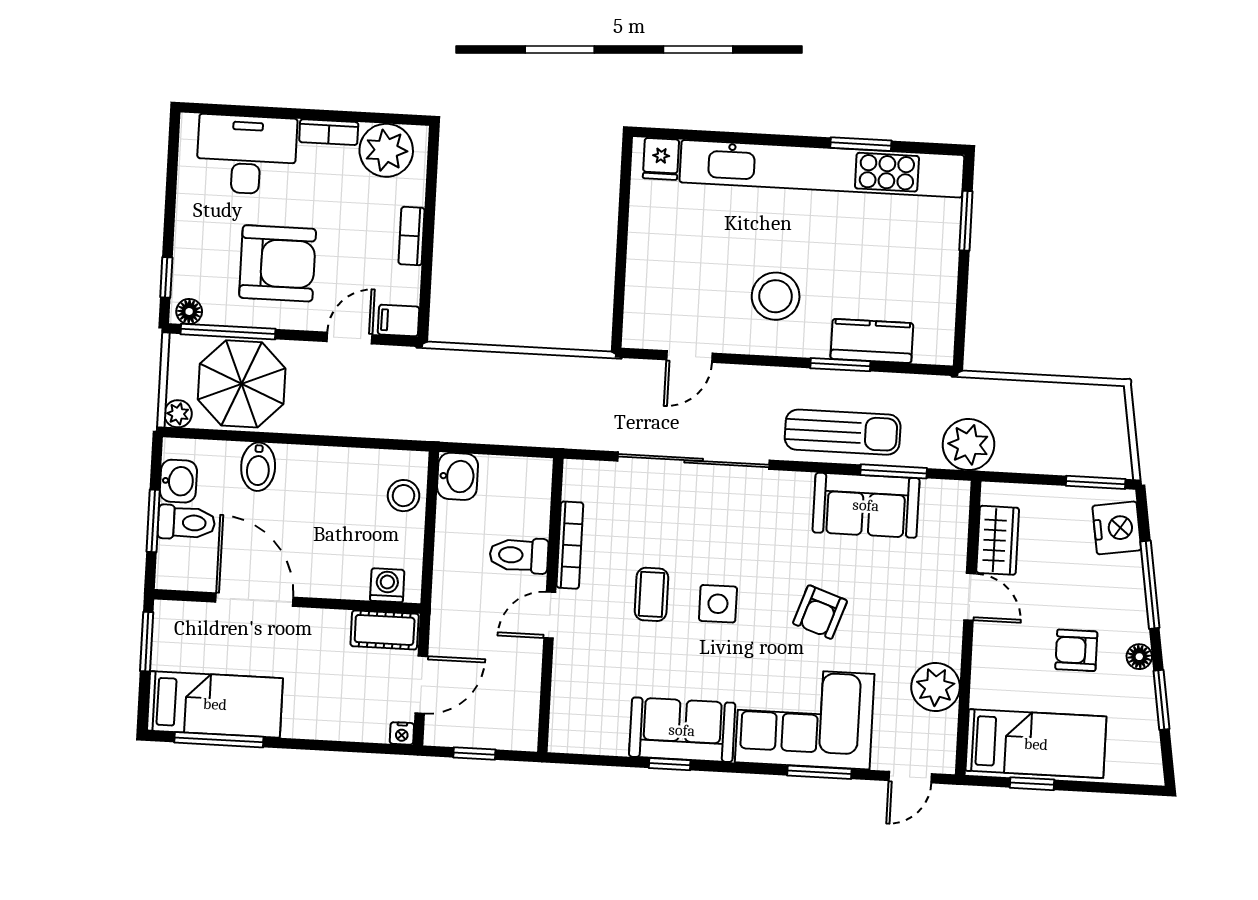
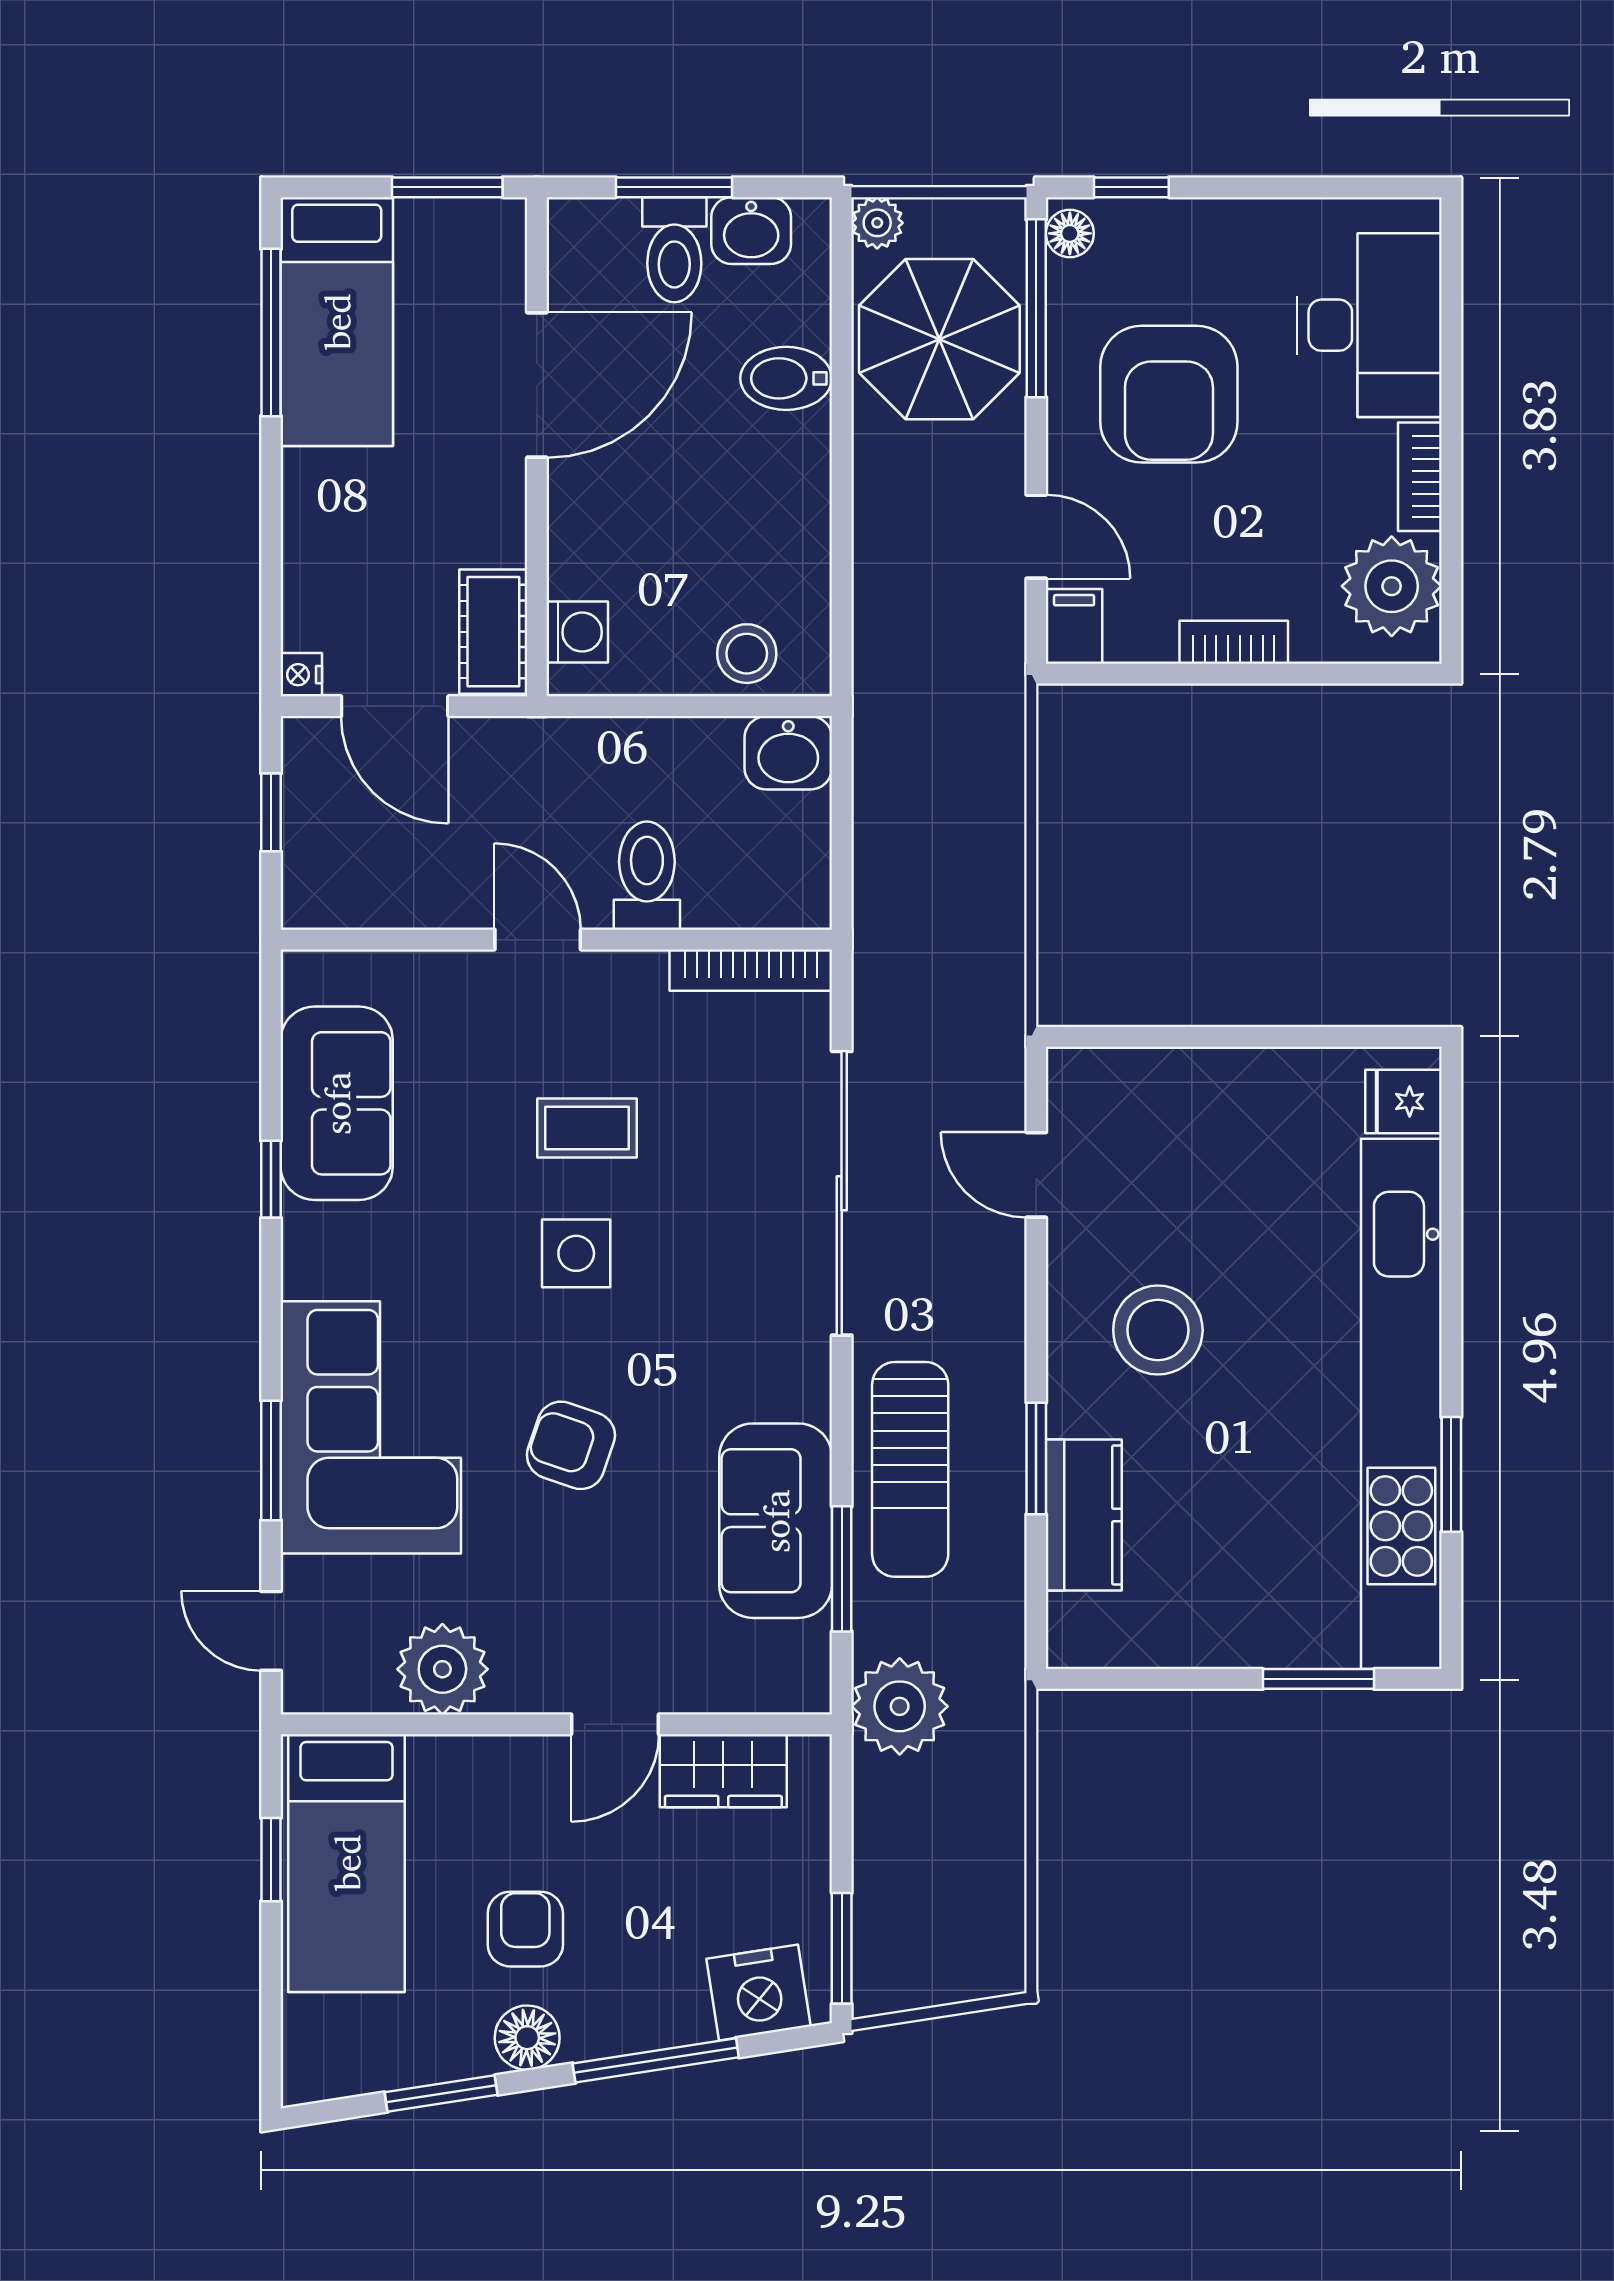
bookcase: (570, 545) -> (751, 970), moved
floor lamp: (1139, 657) -> (527, 2038), width x1.37, depth x1.37
sofa: (682, 730) -> (337, 1103), moved

